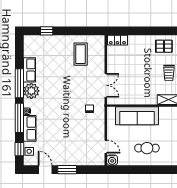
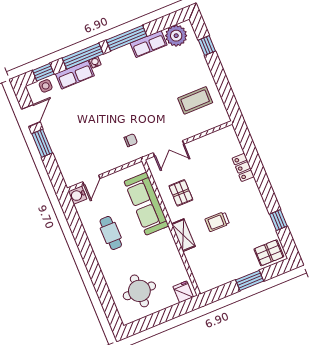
locker: (117, 40) -> (243, 167), moved
pallet: (164, 46) -> (181, 193), moved
plant: (31, 91) -> (176, 36), moved

